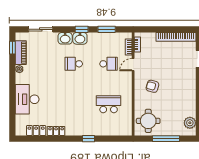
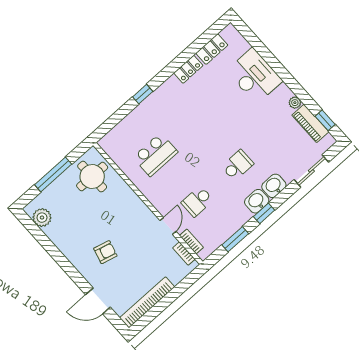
armchair: (152, 86) -> (105, 252), moved

